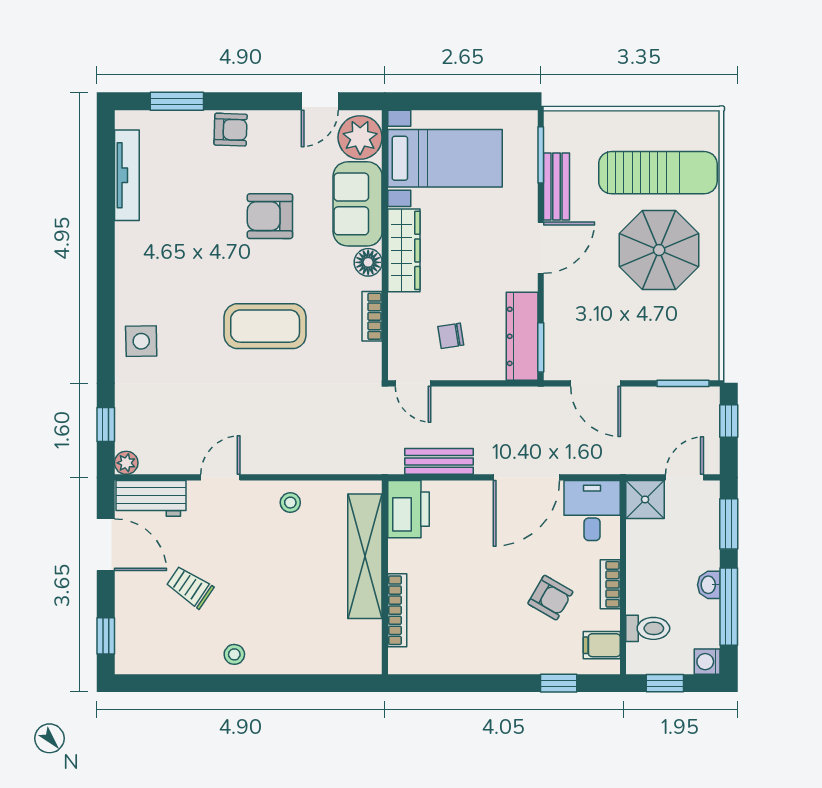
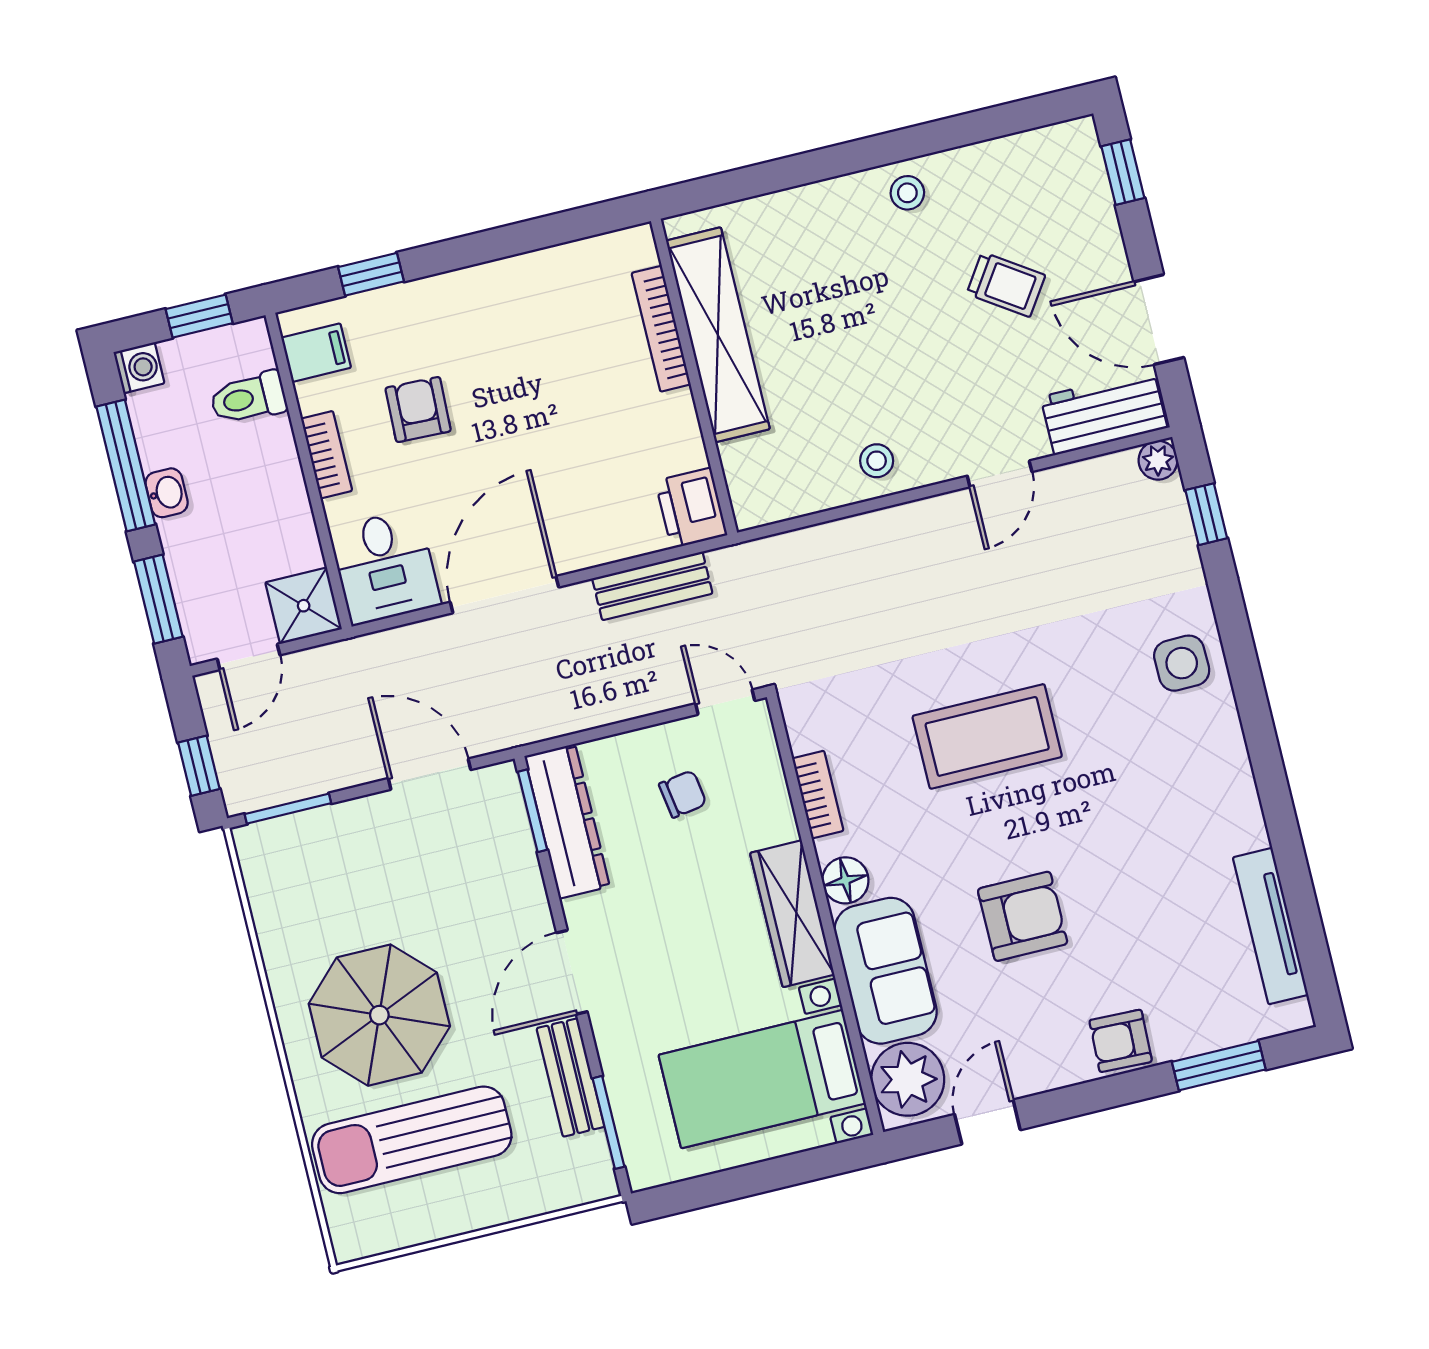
printer: (409, 509) -> (691, 508), width x0.73, depth x0.84
shelving: (365, 556) -> (718, 335), moved
armchair: (550, 598) -> (418, 409), turned 62

